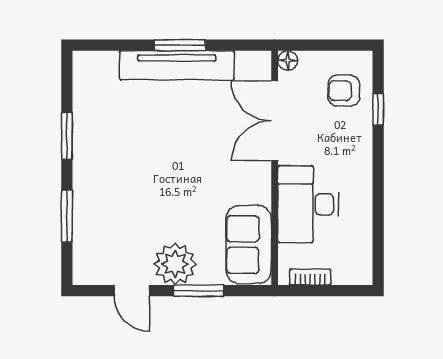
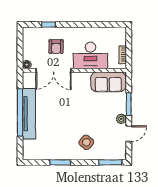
window: (180, 45) -> (20, 112), width x2.11
armchair: (344, 91) -> (56, 47), moved
side table: (112, 195) -> (86, 142), added
window: (67, 216) -> (110, 162), moved
plant: (175, 264) -> (121, 119), width x0.53, depth x0.53

